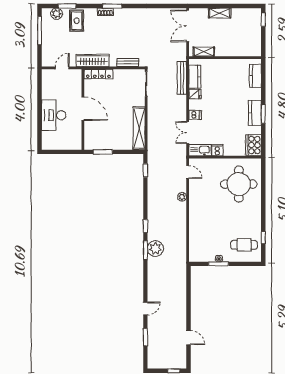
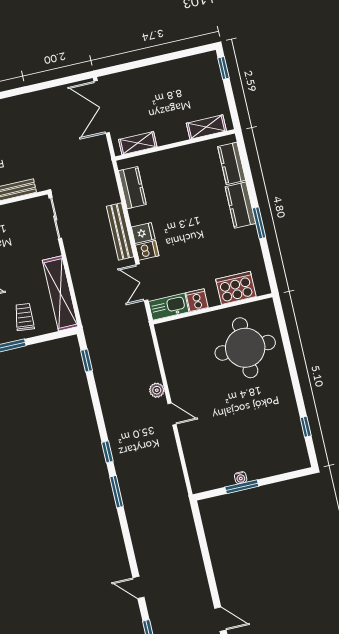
shelving: (220, 13) -> (206, 127), moved
bench: (182, 78) -> (120, 231), moved
fridge: (195, 94) -> (143, 233), moved
kitchen counter: (255, 113) -> (240, 205), moved
trolley: (115, 137) -> (24, 317), added
cooker: (253, 145) -> (236, 288), moved, turned 90
door: (188, 172) -> (172, 414), moved
cafe table: (244, 245) -> (277, 446), removed
plant: (155, 249) -> (132, 485), removed
door: (145, 308) -> (138, 587), swing flipped

